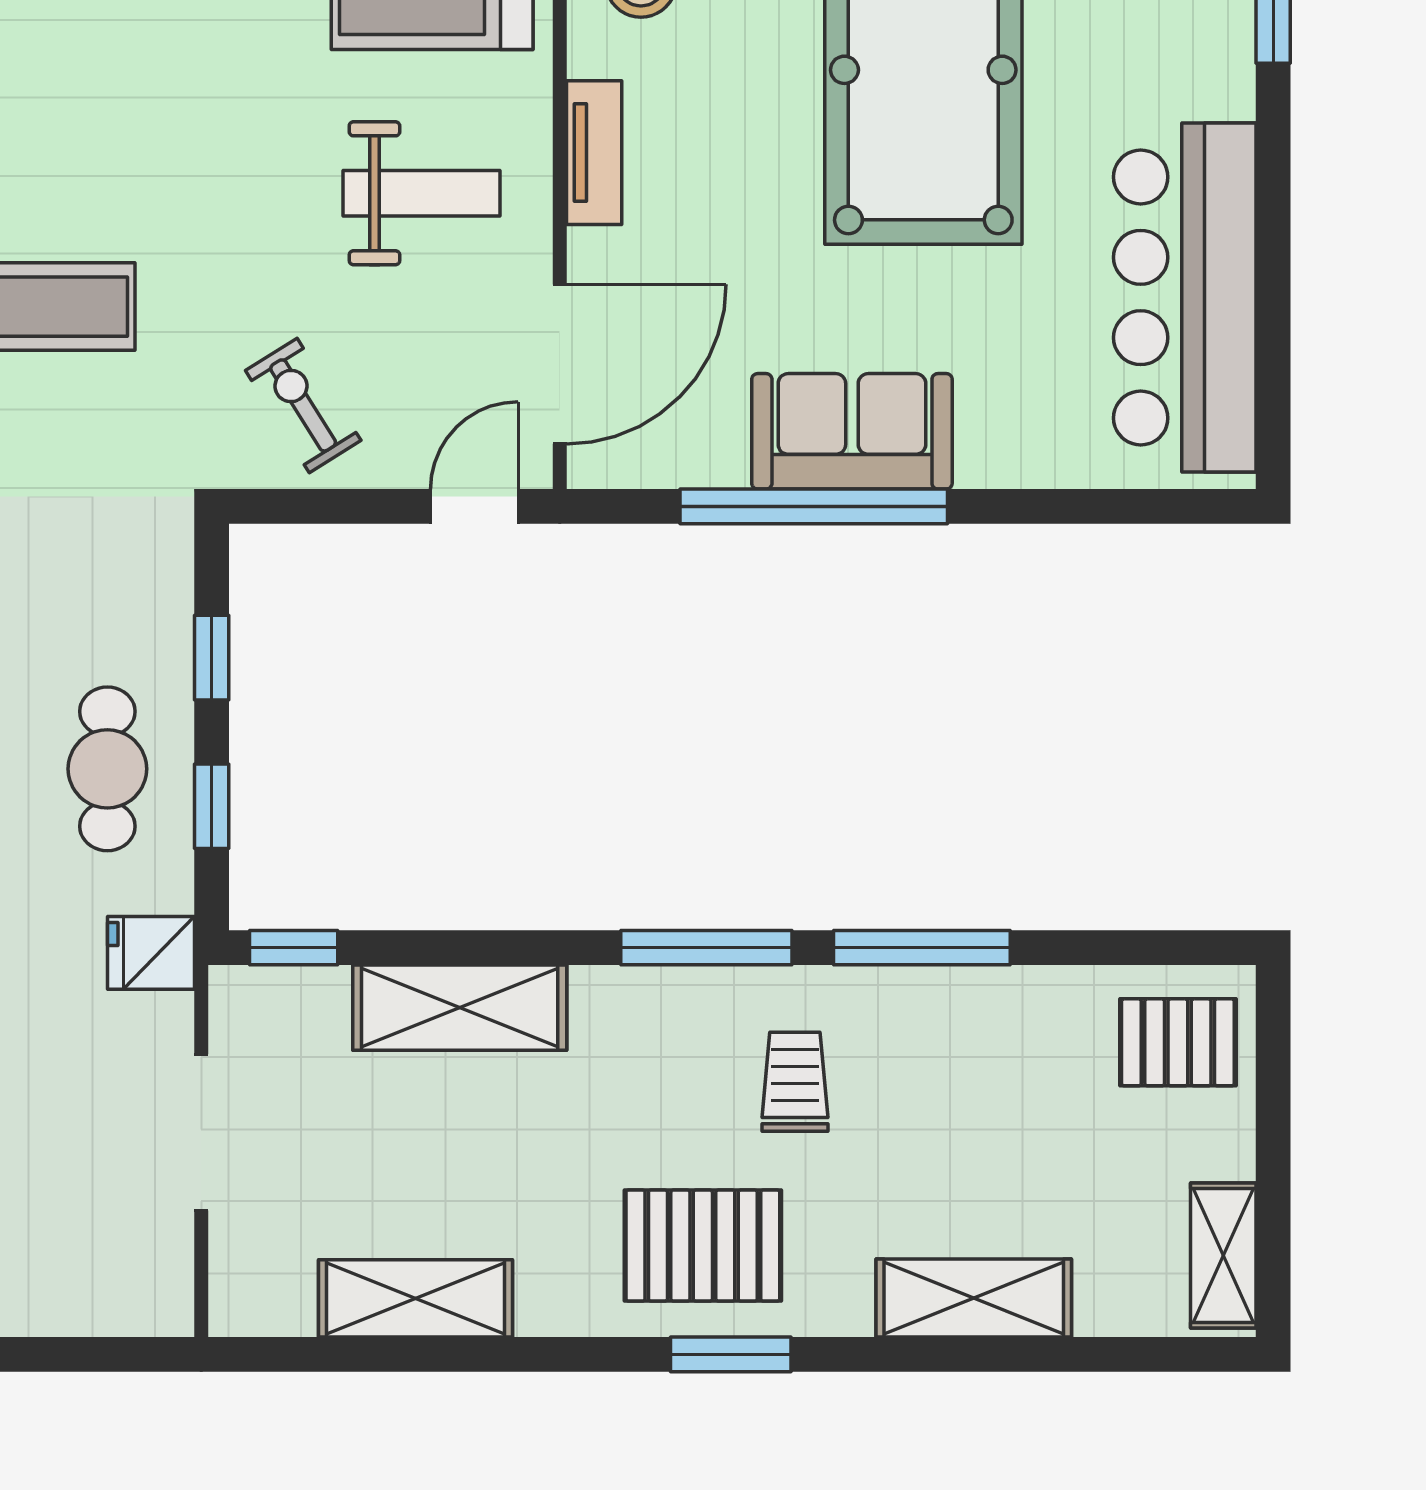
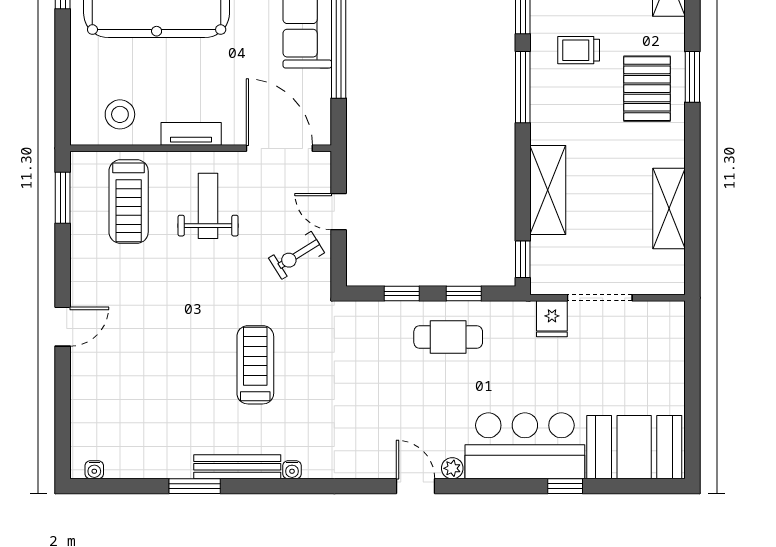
door: (474, 506) -> (339, 212), moved
fridge: (151, 953) -> (552, 319), moved

